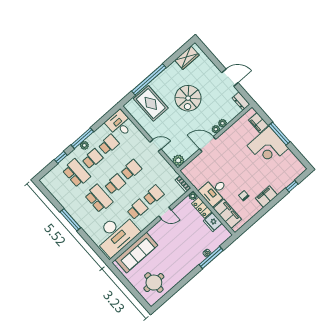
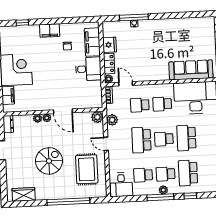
rug: (151, 103) -> (87, 169), moved
plant: (165, 167) -> (112, 120), added
school desk: (131, 170) -> (141, 140), width x1.85
door: (165, 213) -> (126, 84), moved
round table: (154, 283) -> (196, 34), removed

